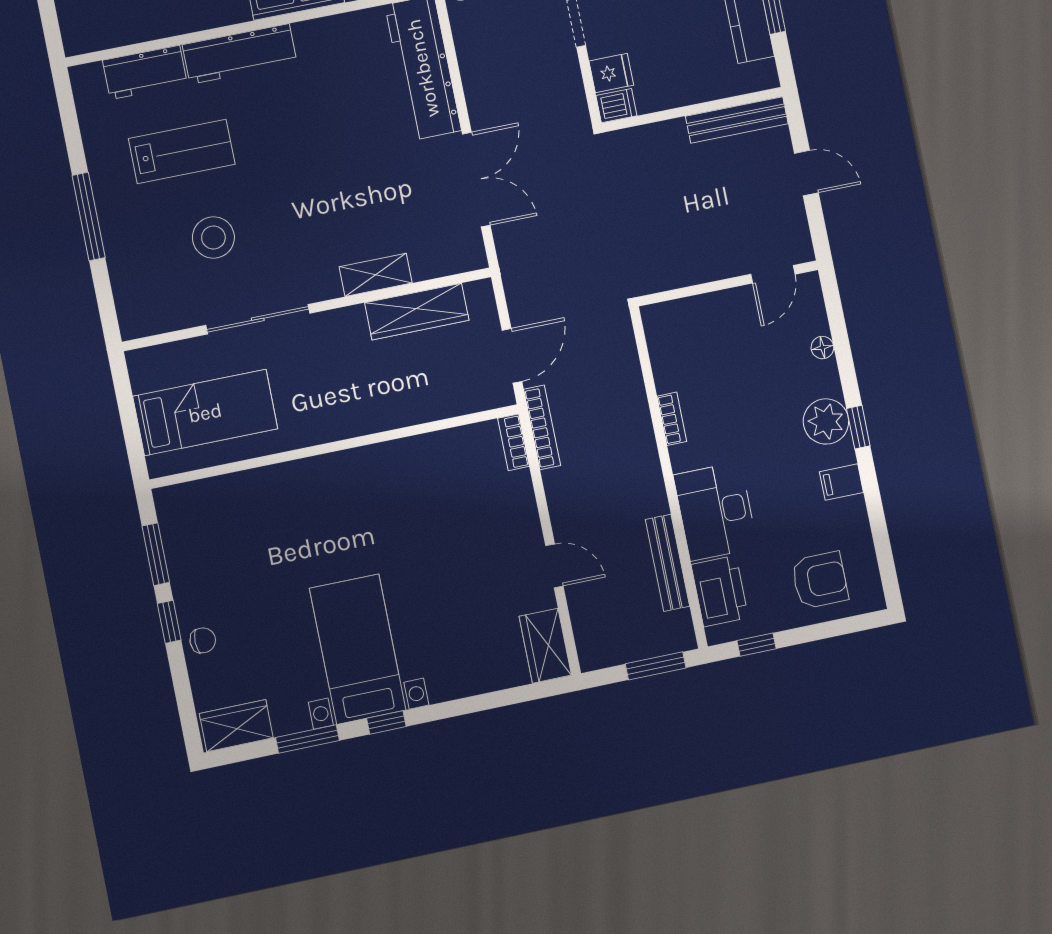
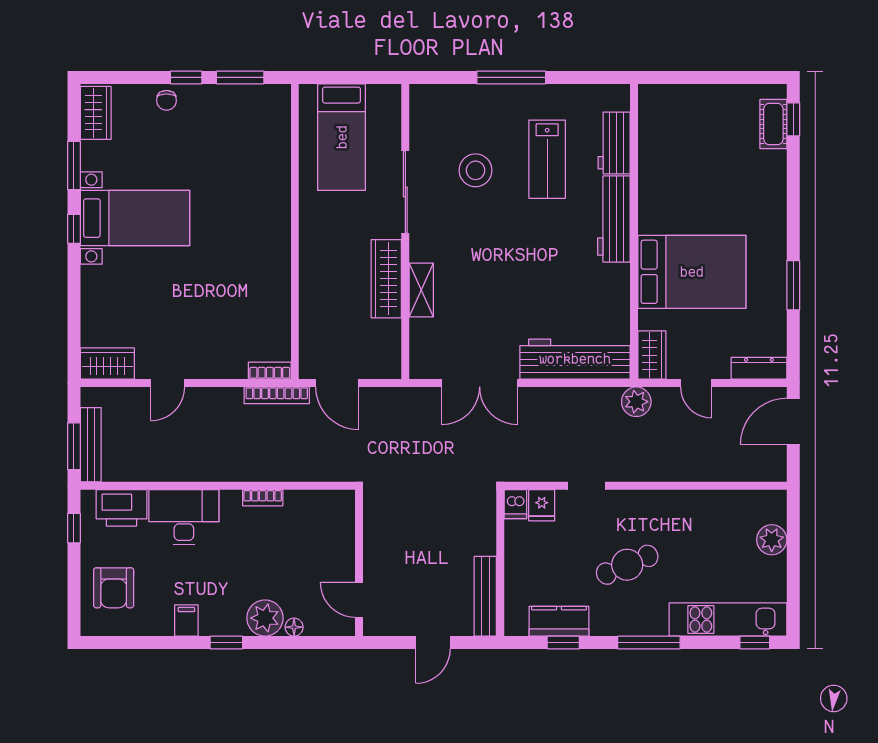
wardrobe: (417, 312) -> (386, 279), moved
plant: (826, 421) -> (265, 618), moved
bench: (667, 563) -> (91, 445), moved, turned 90

